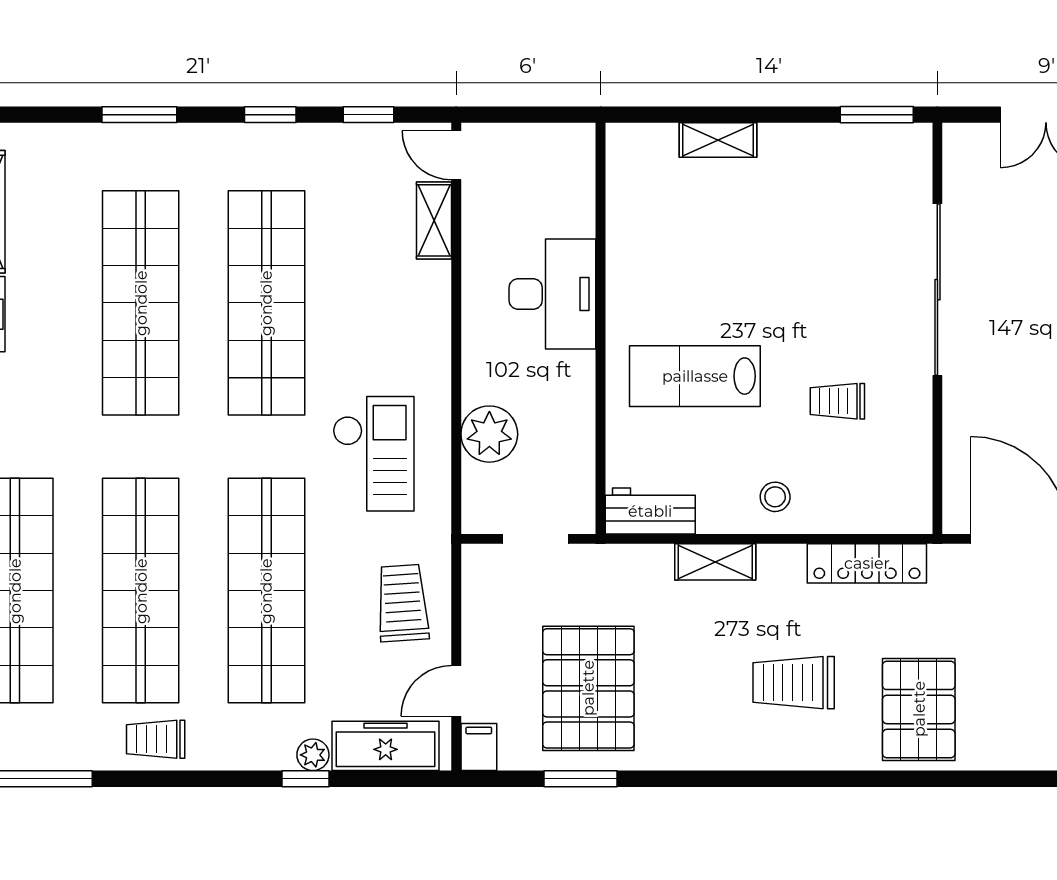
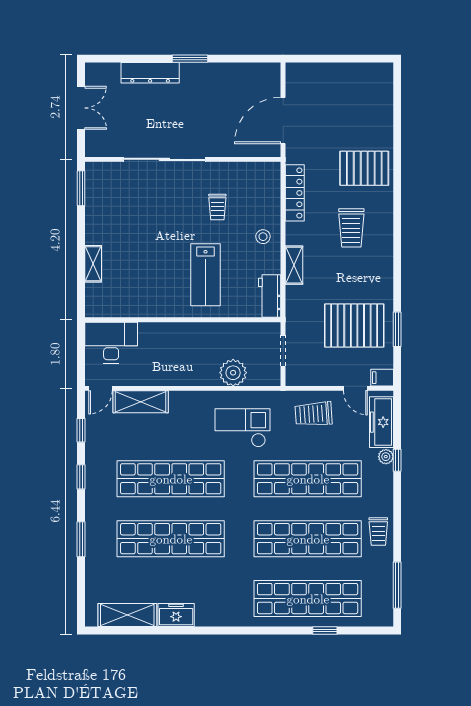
shelving: (434, 220) -> (141, 402), width x1.50, depth x1.33
desk: (552, 294) -> (111, 343), moved

